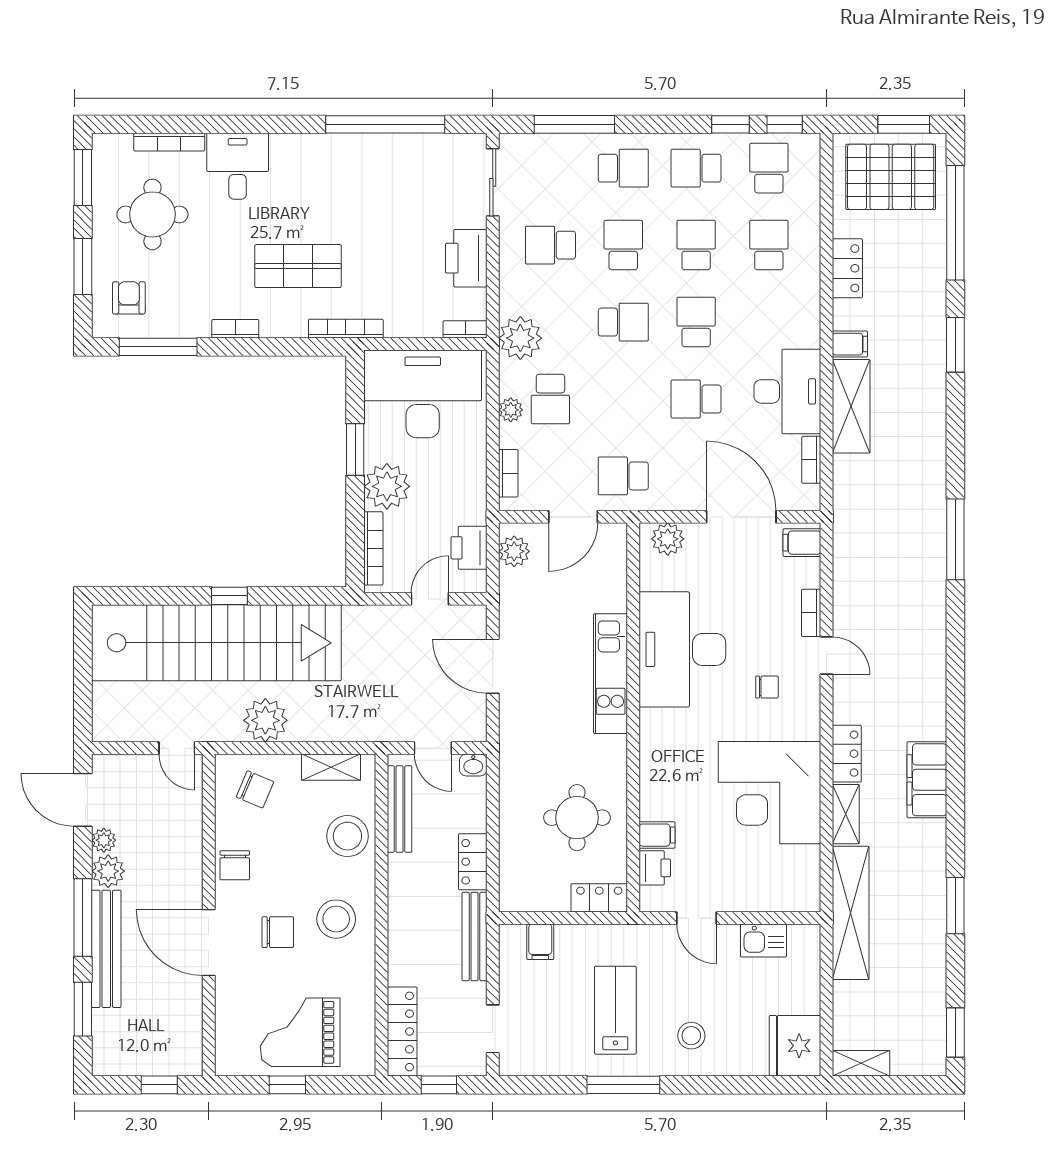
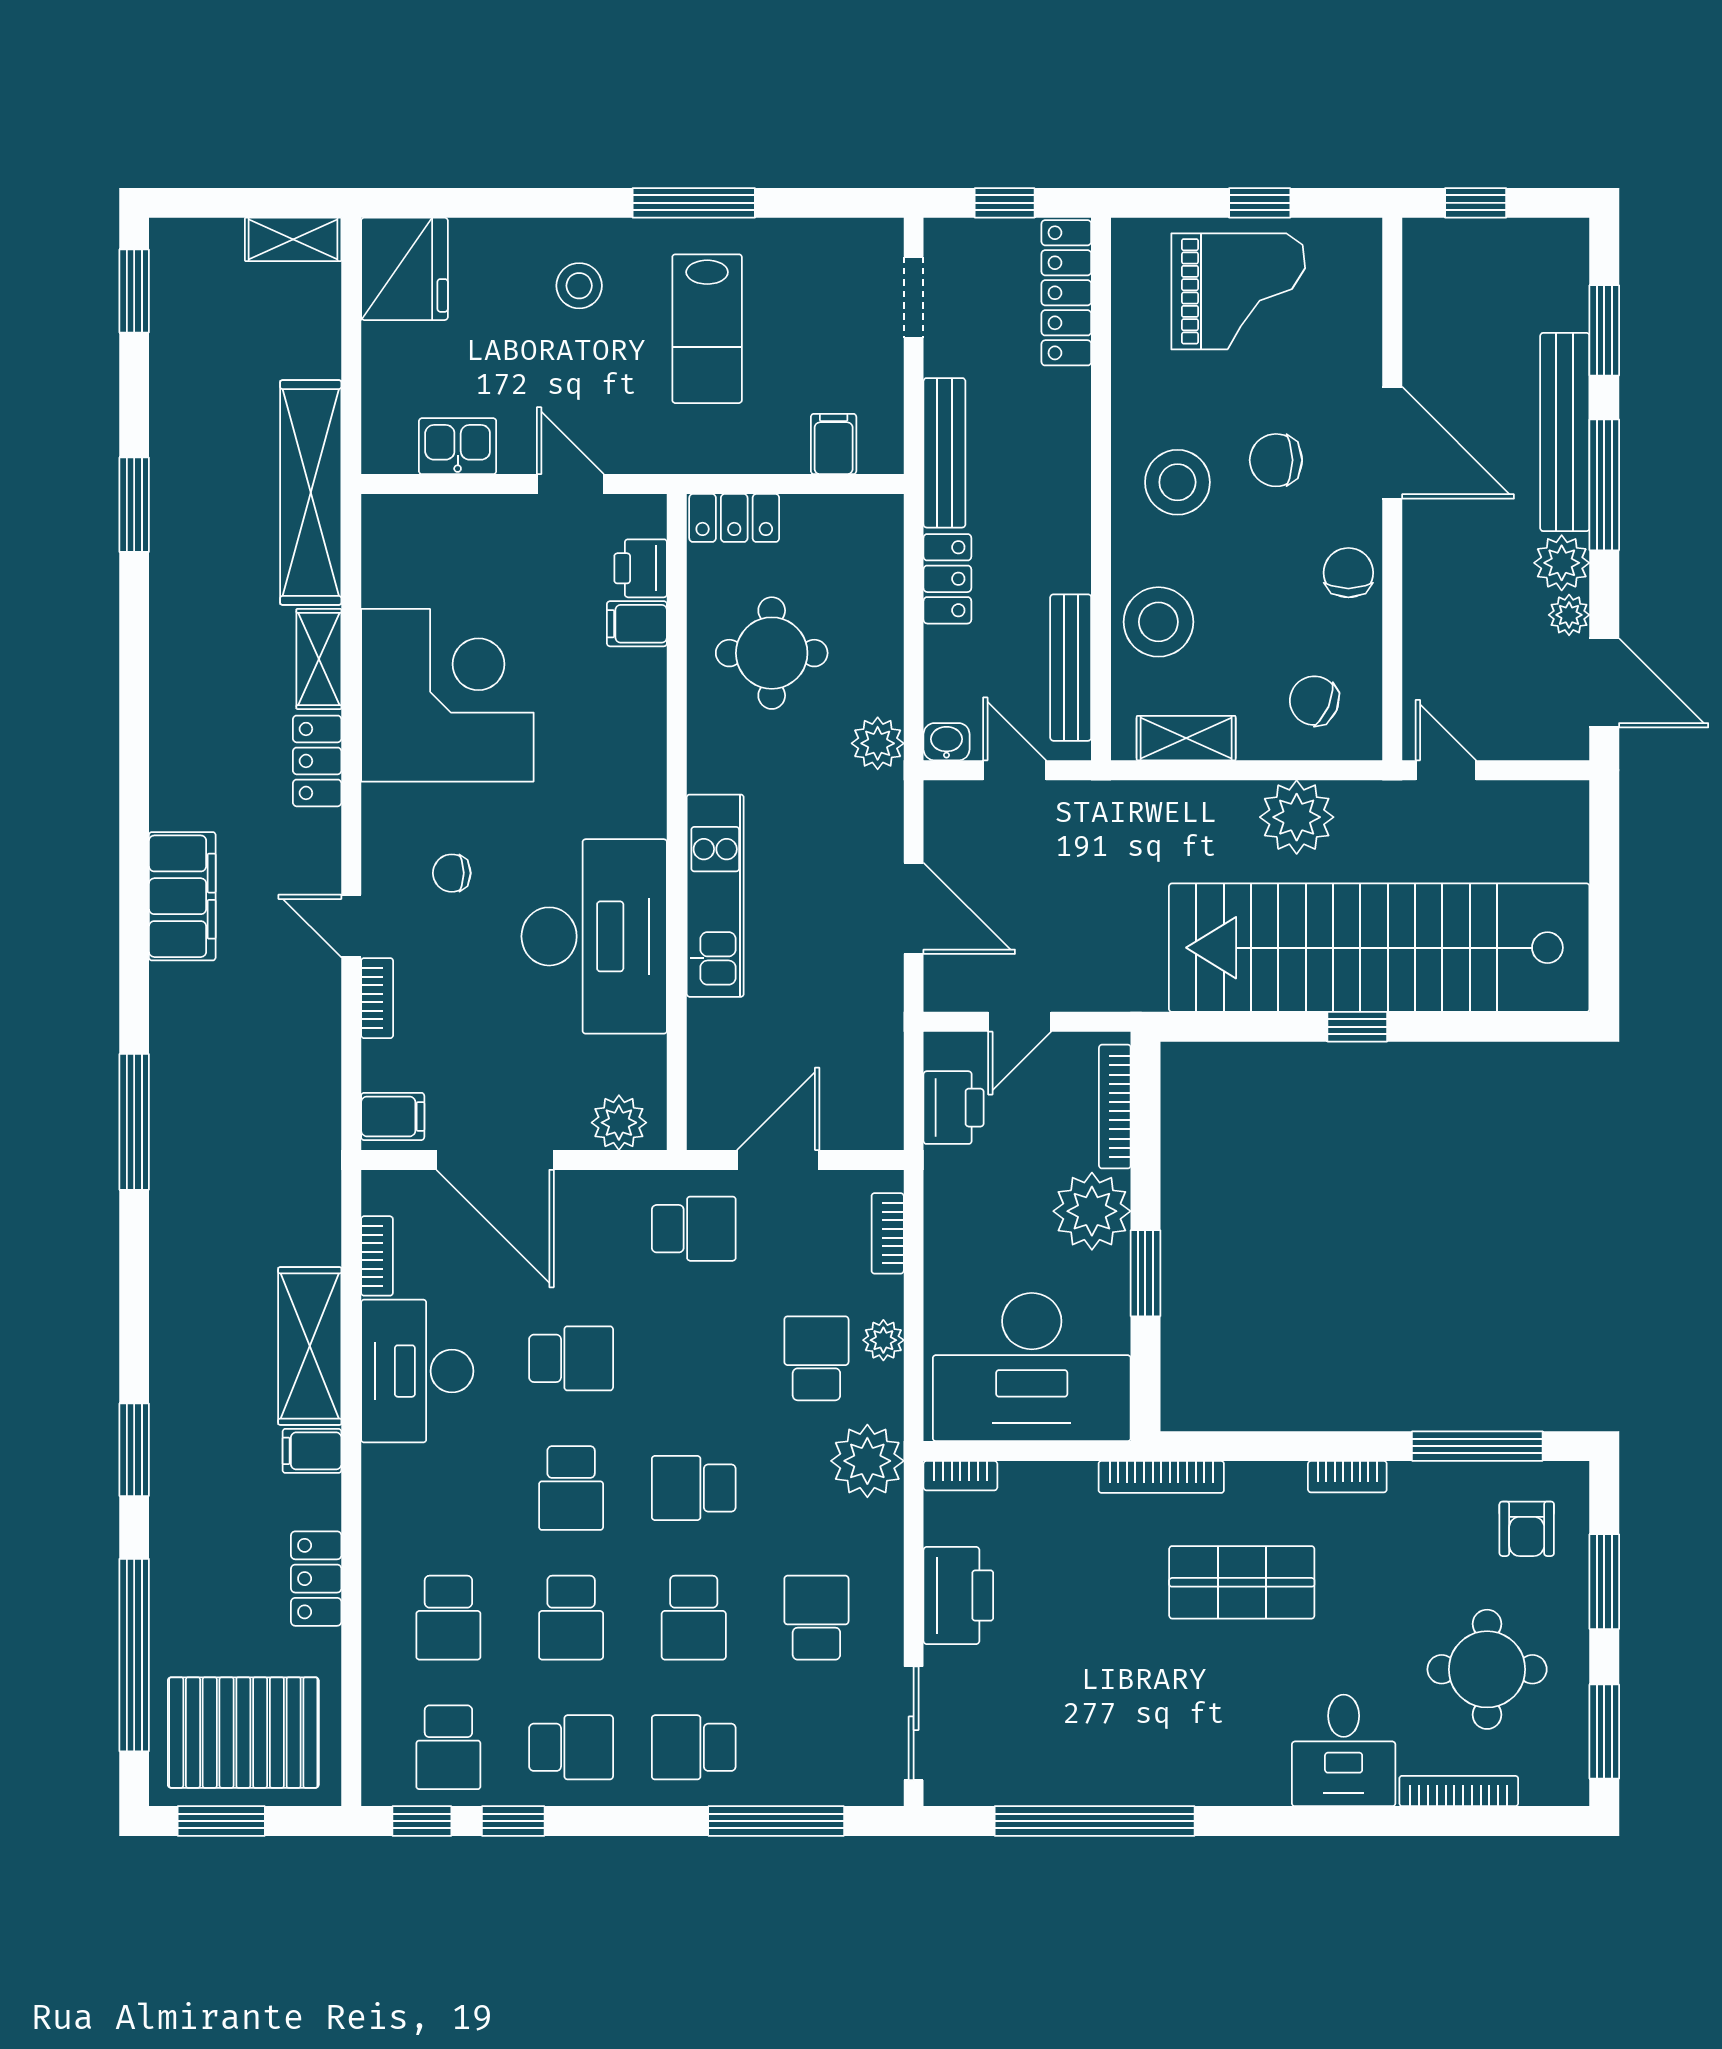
school desk: (550, 245) -> (816, 1618), turned -90
plant: (514, 551) -> (878, 743), moved
filing cabinet: (927, 780) -> (182, 896), moved

